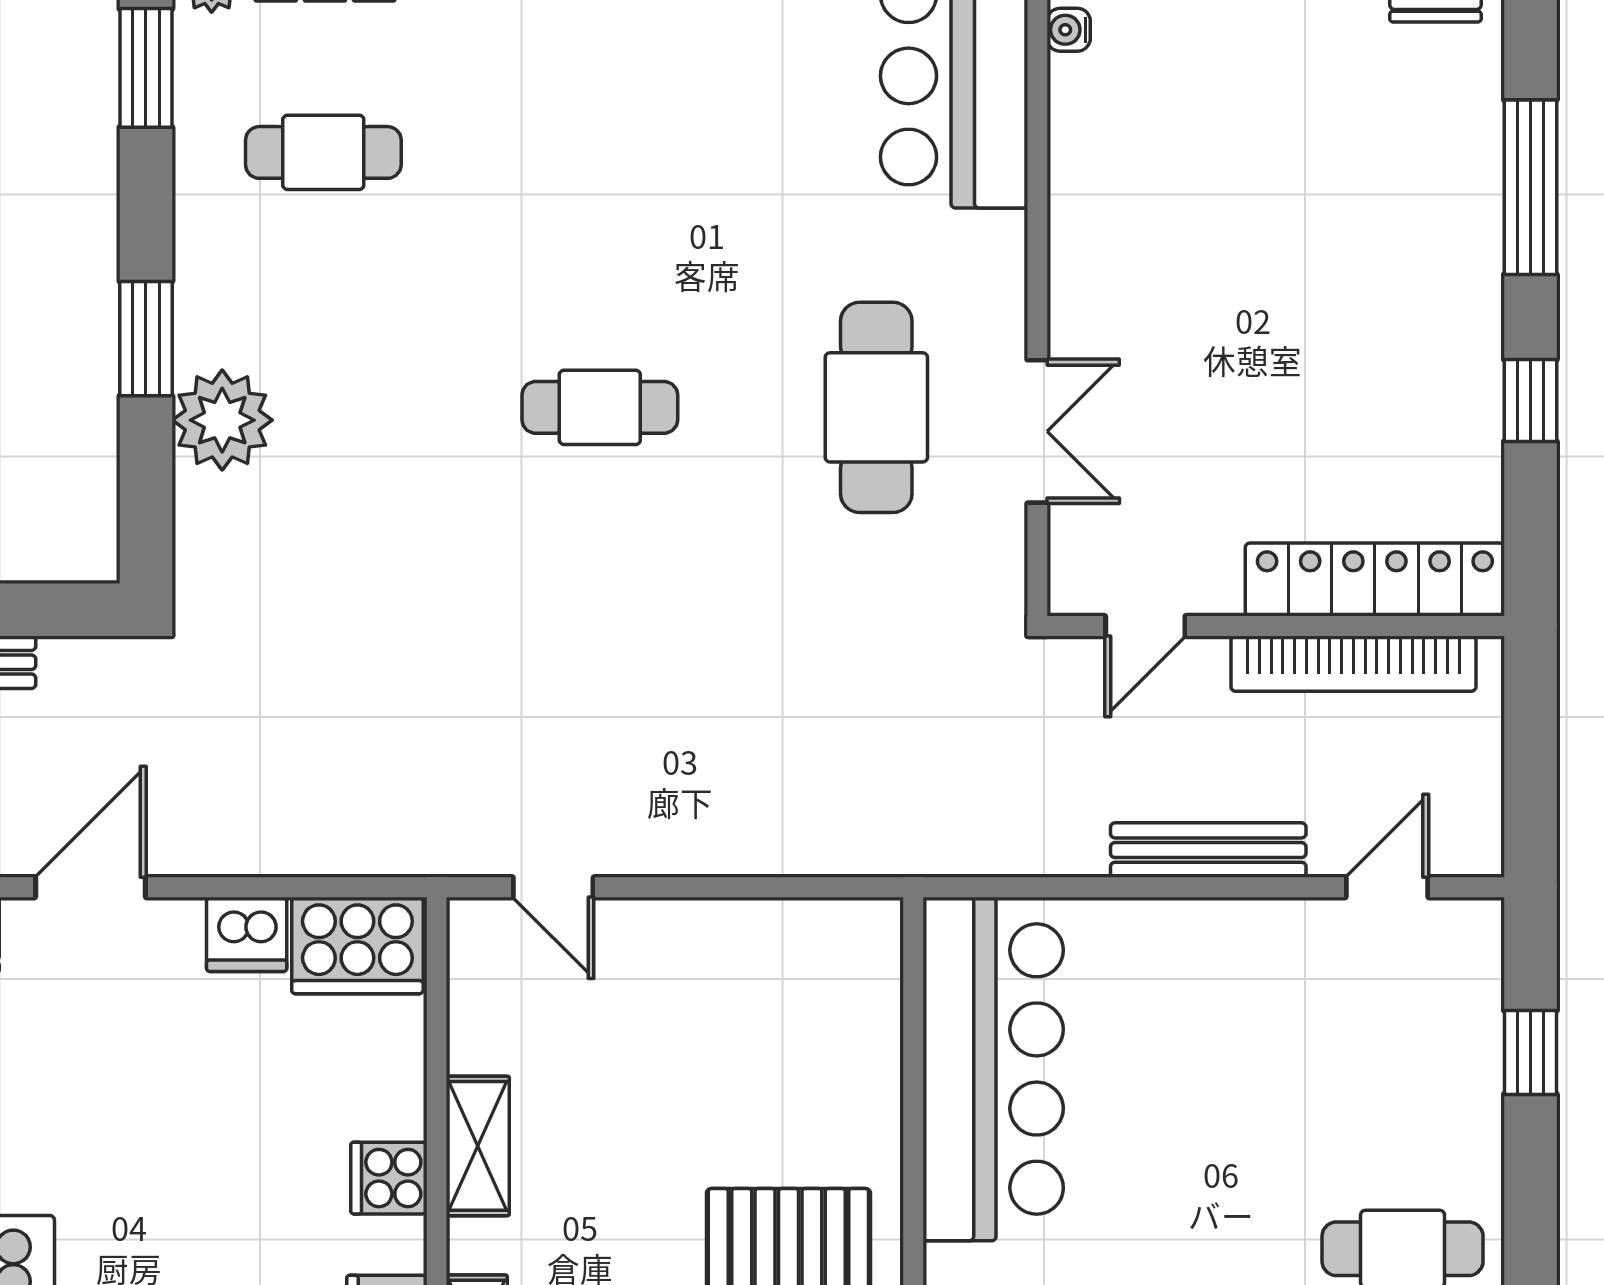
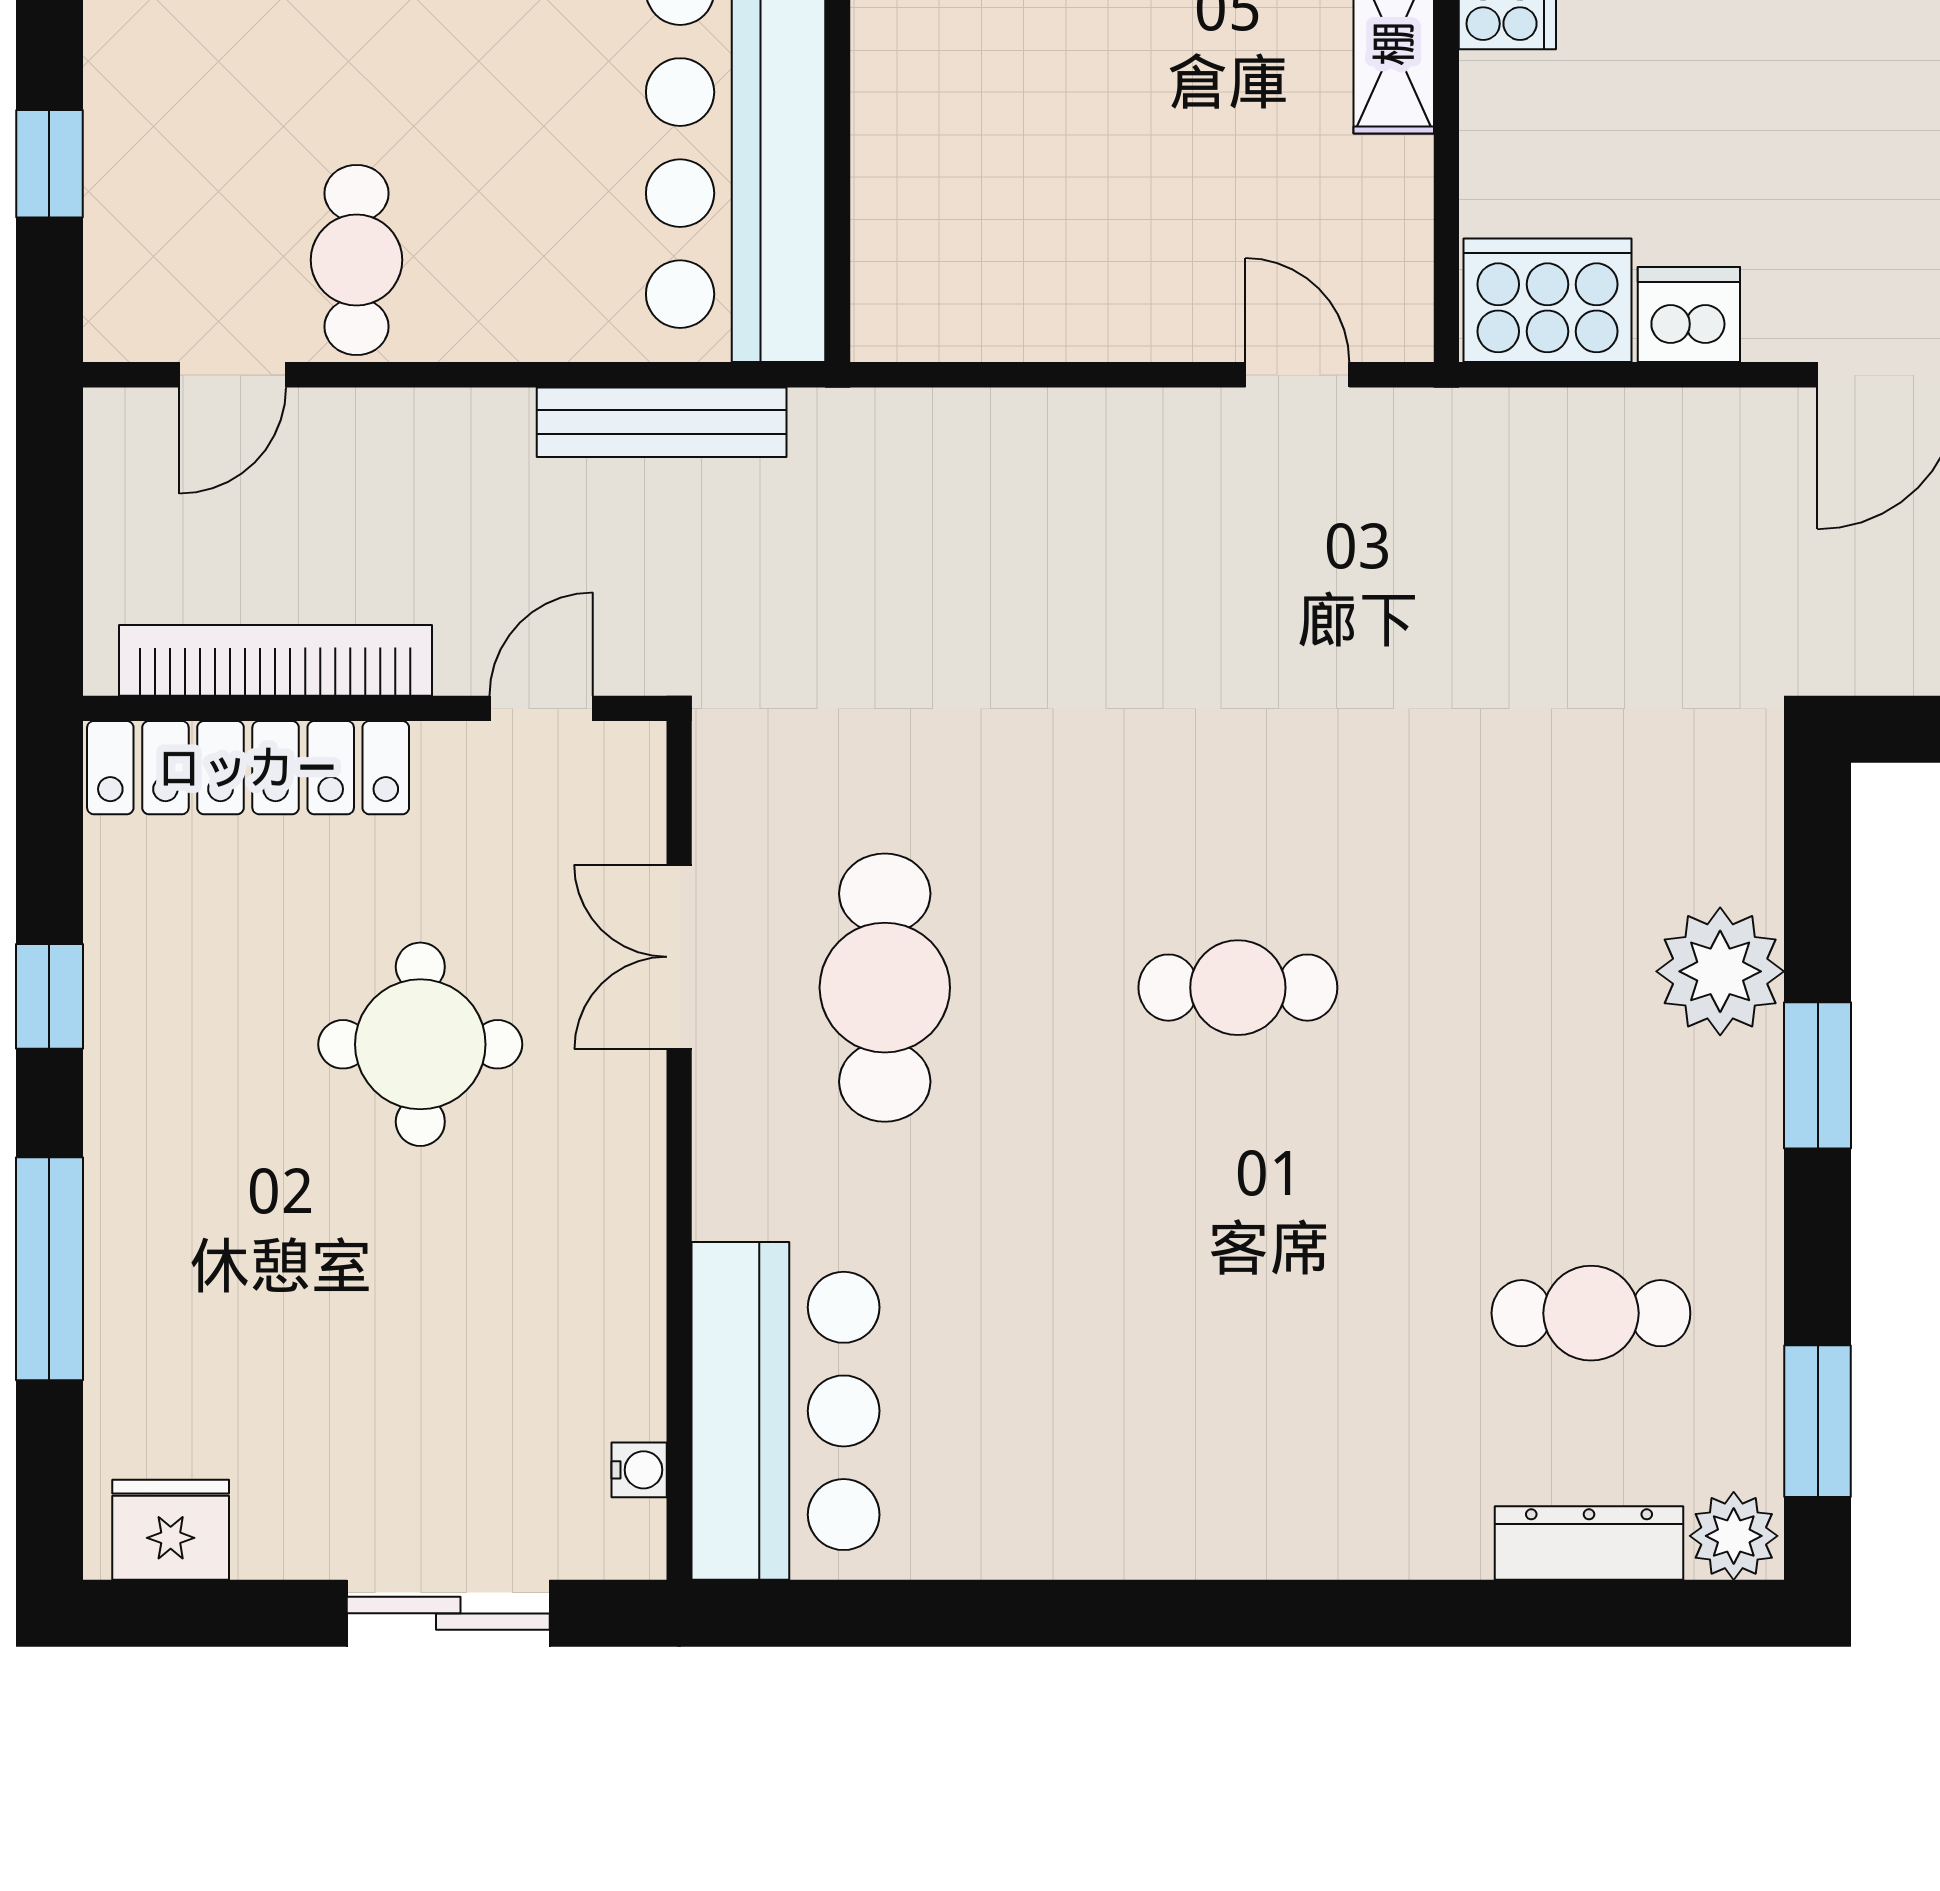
round table: (1240, 363) -> (420, 1044), added
bench: (1208, 850) -> (662, 422), moved
cafe table: (1290, 977) -> (357, 260), added

